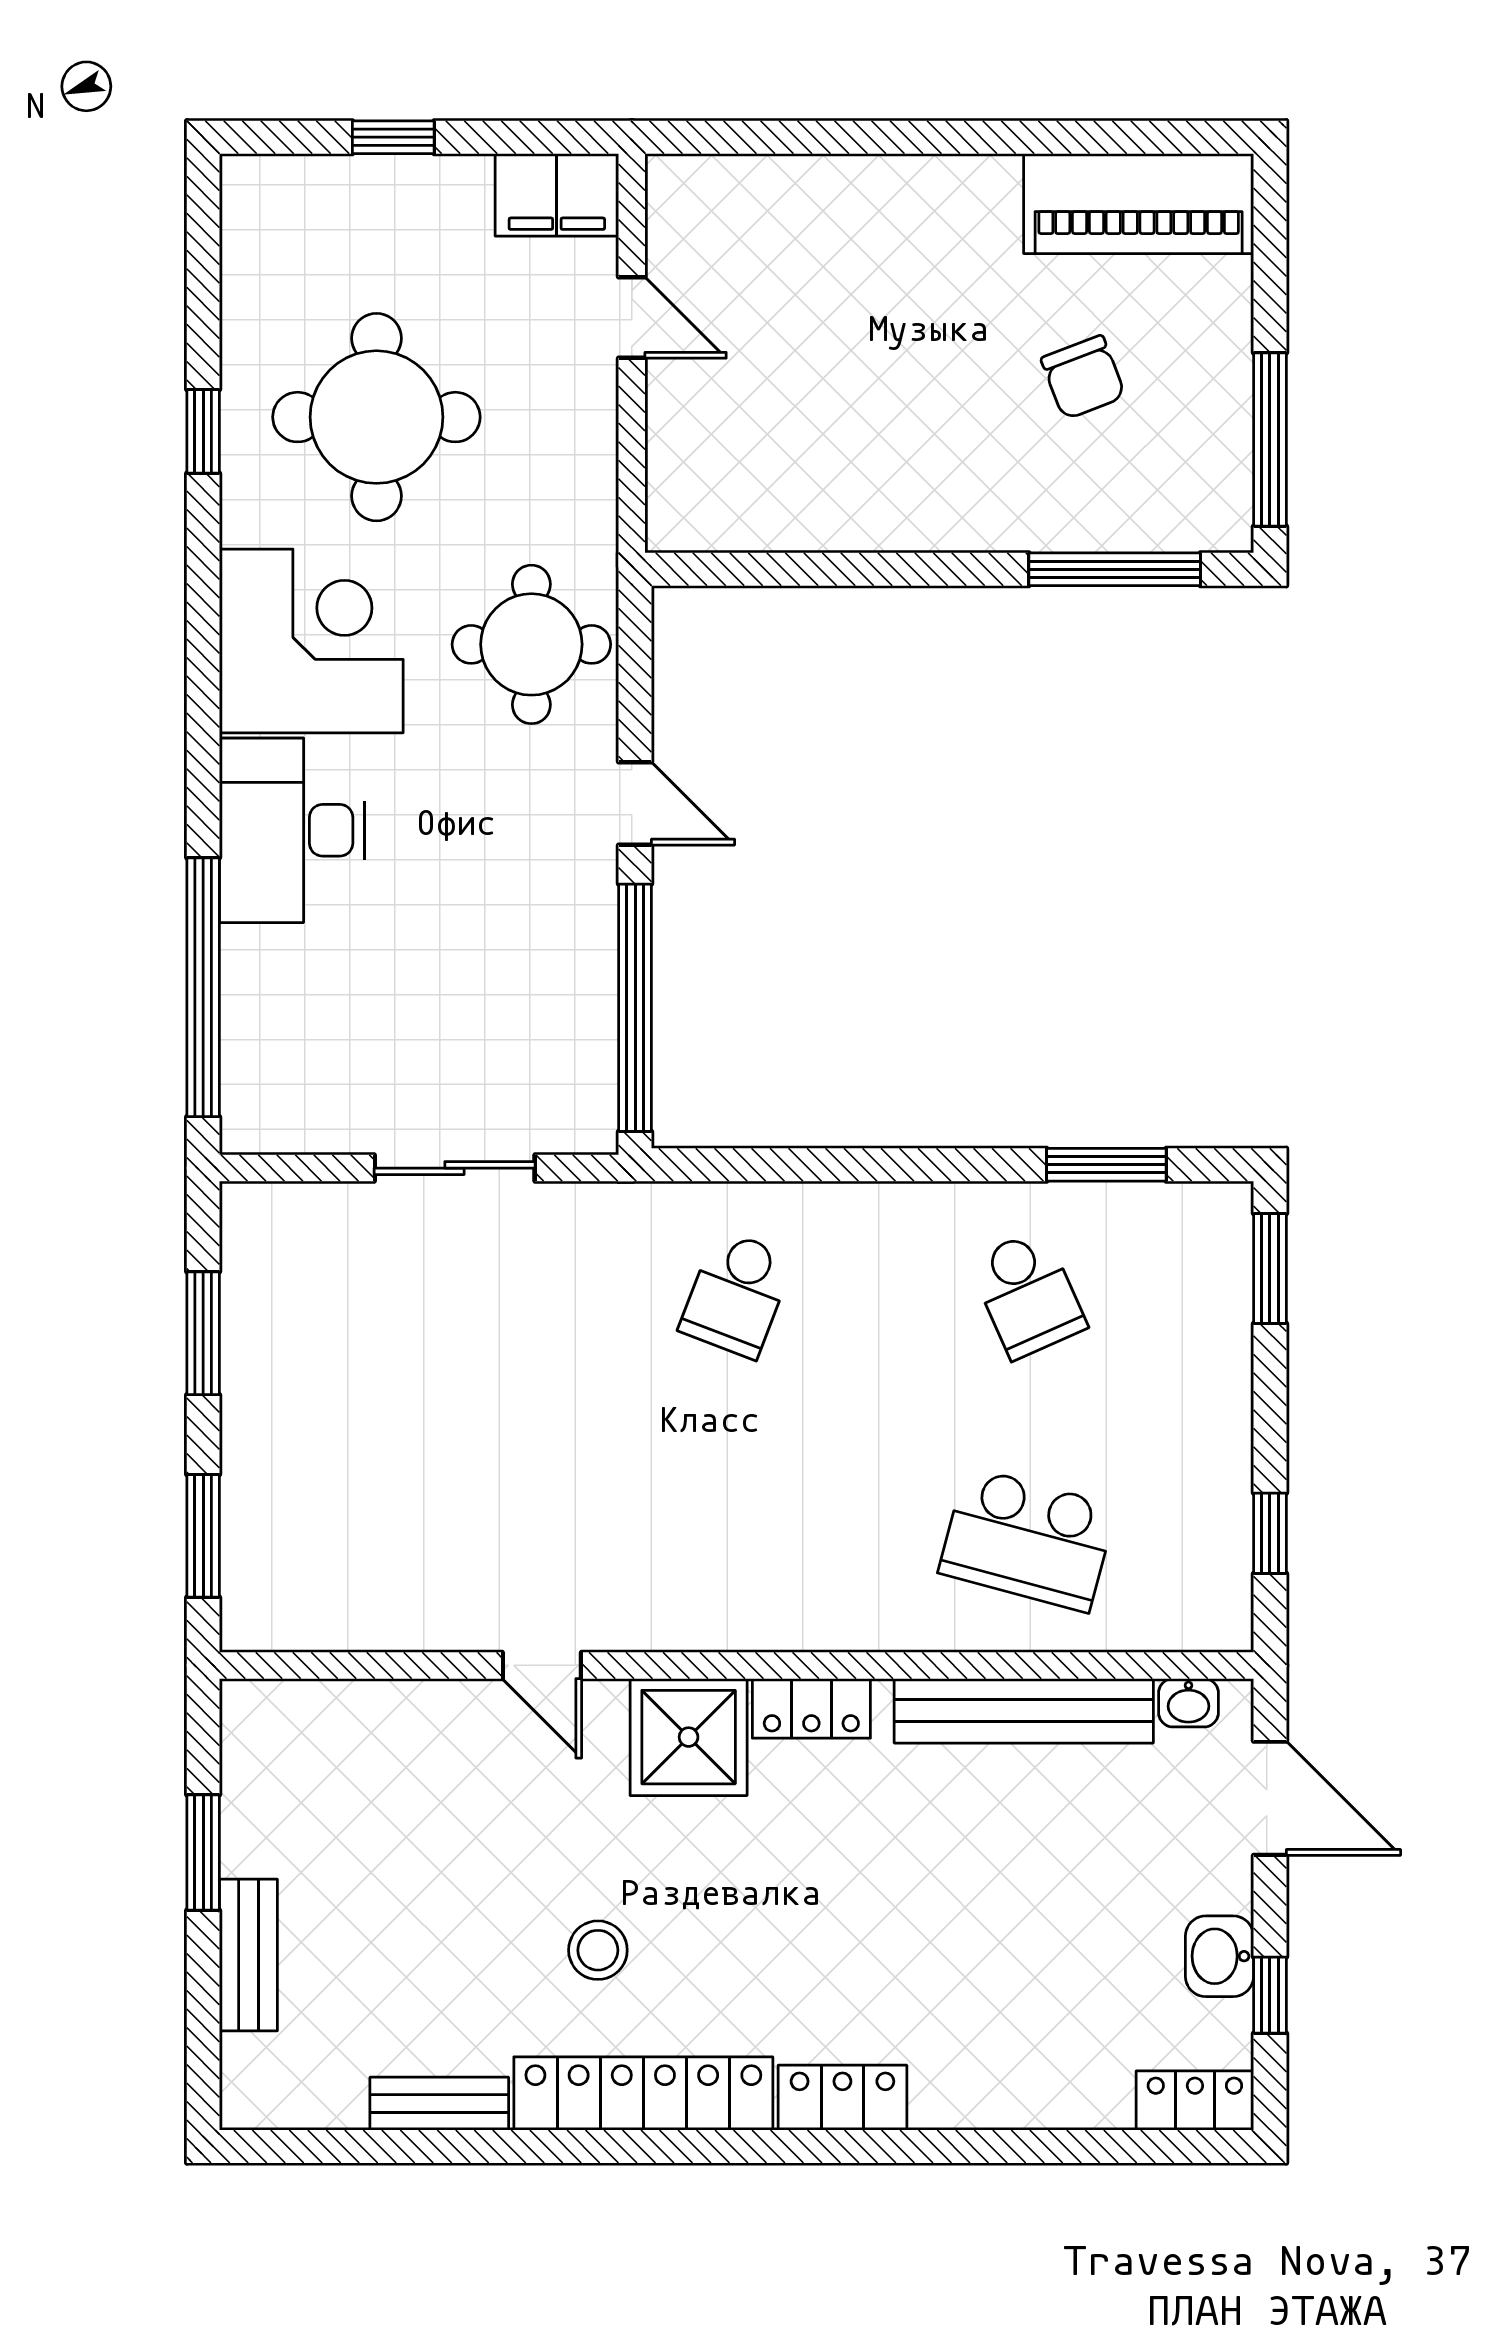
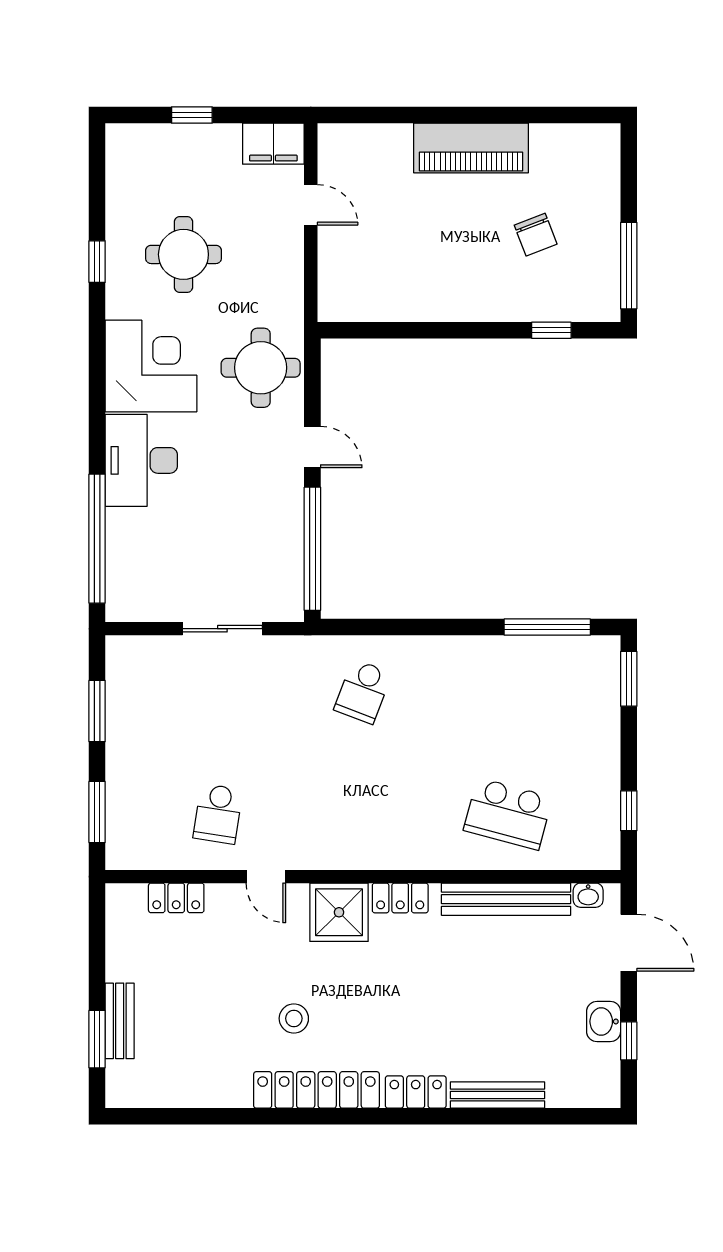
piano: (1139, 204) -> (471, 148), moved
round table: (376, 417) -> (183, 254), width x0.73, depth x0.73
window: (1115, 569) -> (551, 330), width x0.46
window: (1106, 1165) -> (547, 627), width x1.44
school desk: (1028, 1294) -> (218, 814), moved, turned 33
window: (203, 1853) -> (97, 1039), moved
locker: (1195, 2100) -> (176, 898), moved, turned 180
bench: (439, 2104) -> (497, 1095), moved, width x1.36

